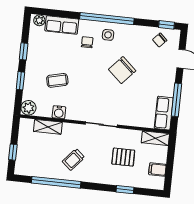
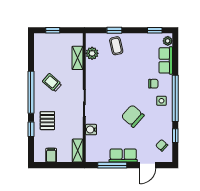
window: (166, 25) -> (175, 136), moved
window: (24, 51) -> (155, 30), moved
coffee table: (57, 80) -> (116, 46), moved
plant: (28, 108) -> (92, 53), moved
water cooler: (59, 112) -> (91, 130), moved
row of seats: (164, 113) -> (123, 156), moved
pallet: (123, 157) -> (47, 121), moved
window: (56, 182) -> (31, 92), moved

